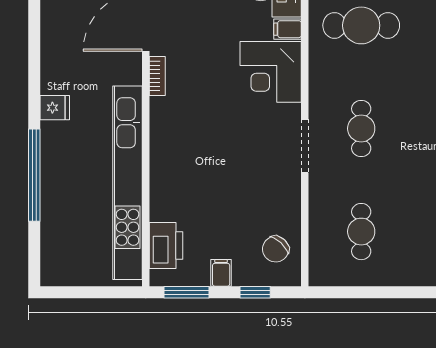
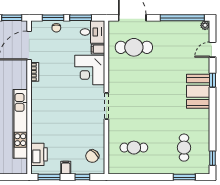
cafe table: (361, 129) -> (134, 97), removed
kitchen unit: (128, 183) -> (20, 124), width x0.73
cafe table: (361, 232) -> (134, 148), turned 90

